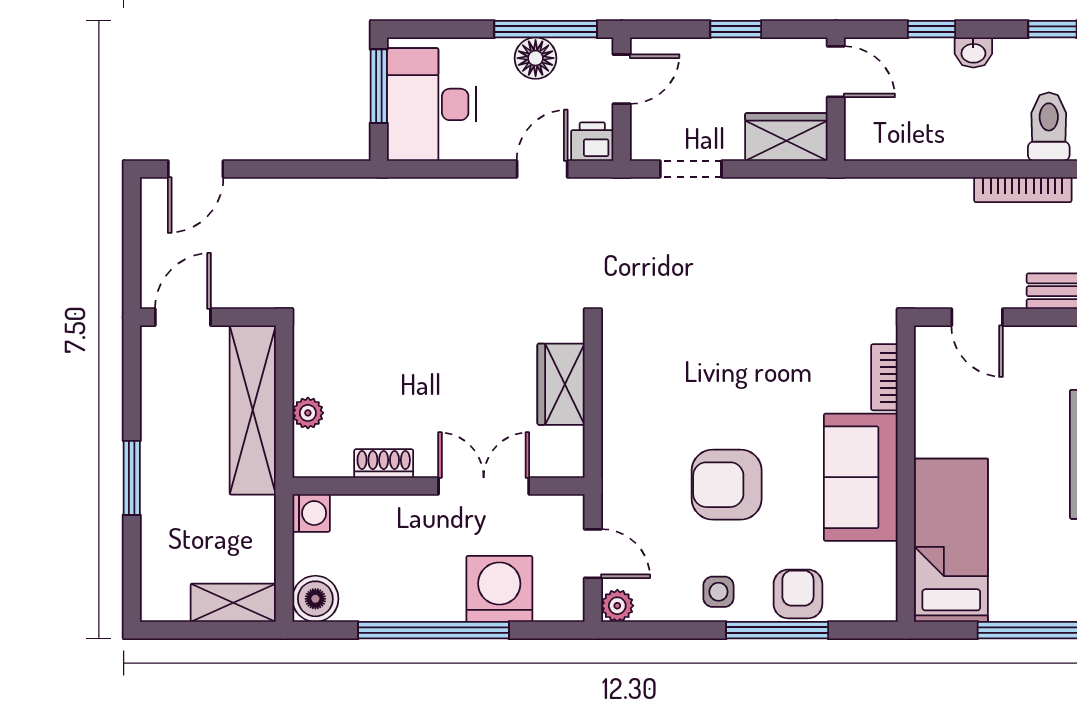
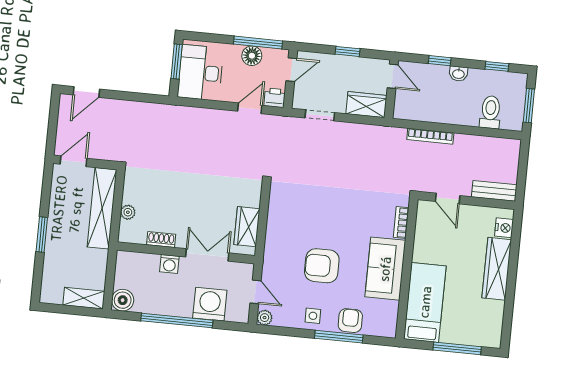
bookcase: (1023, 190) -> (430, 136), moved
wardrobe: (561, 384) -> (247, 227), moved
washing machine: (311, 513) -> (169, 264), moved, turned 90

